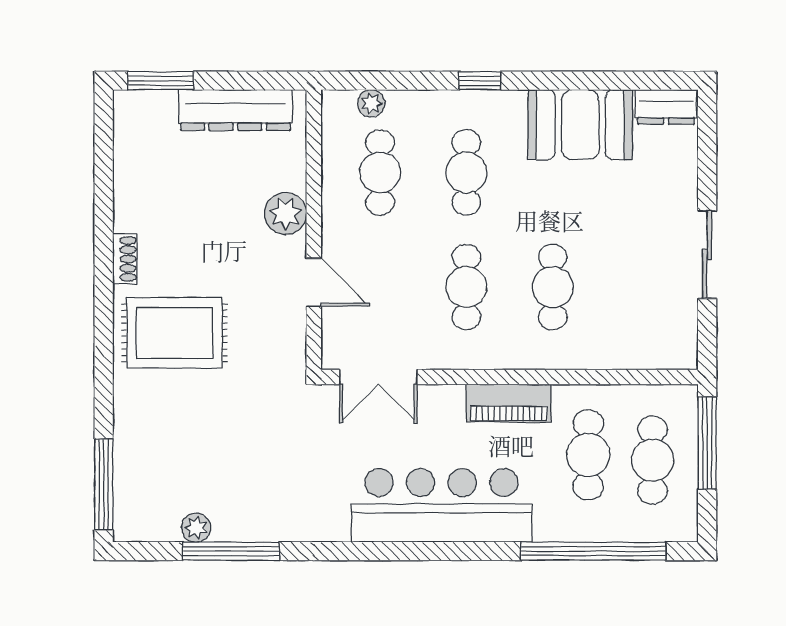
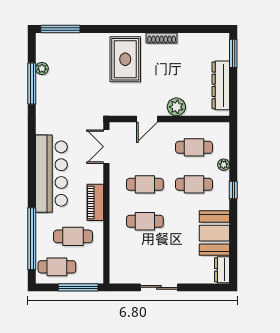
plant: (371, 103) -> (224, 165), moved
shoe rack: (125, 259) -> (162, 38), width x1.43
cafe table: (653, 460) -> (57, 267), moved

